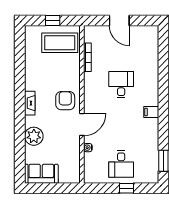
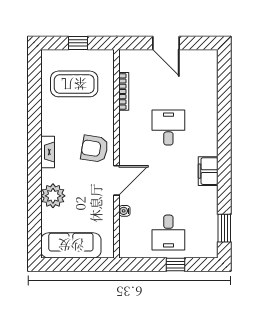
coffee table: (60, 43) -> (74, 84), moved
armchair: (65, 101) -> (95, 149), turned -81
filing cabinet: (151, 112) -> (208, 171), width x2.00
sofa: (41, 174) -> (71, 245), width x1.36

